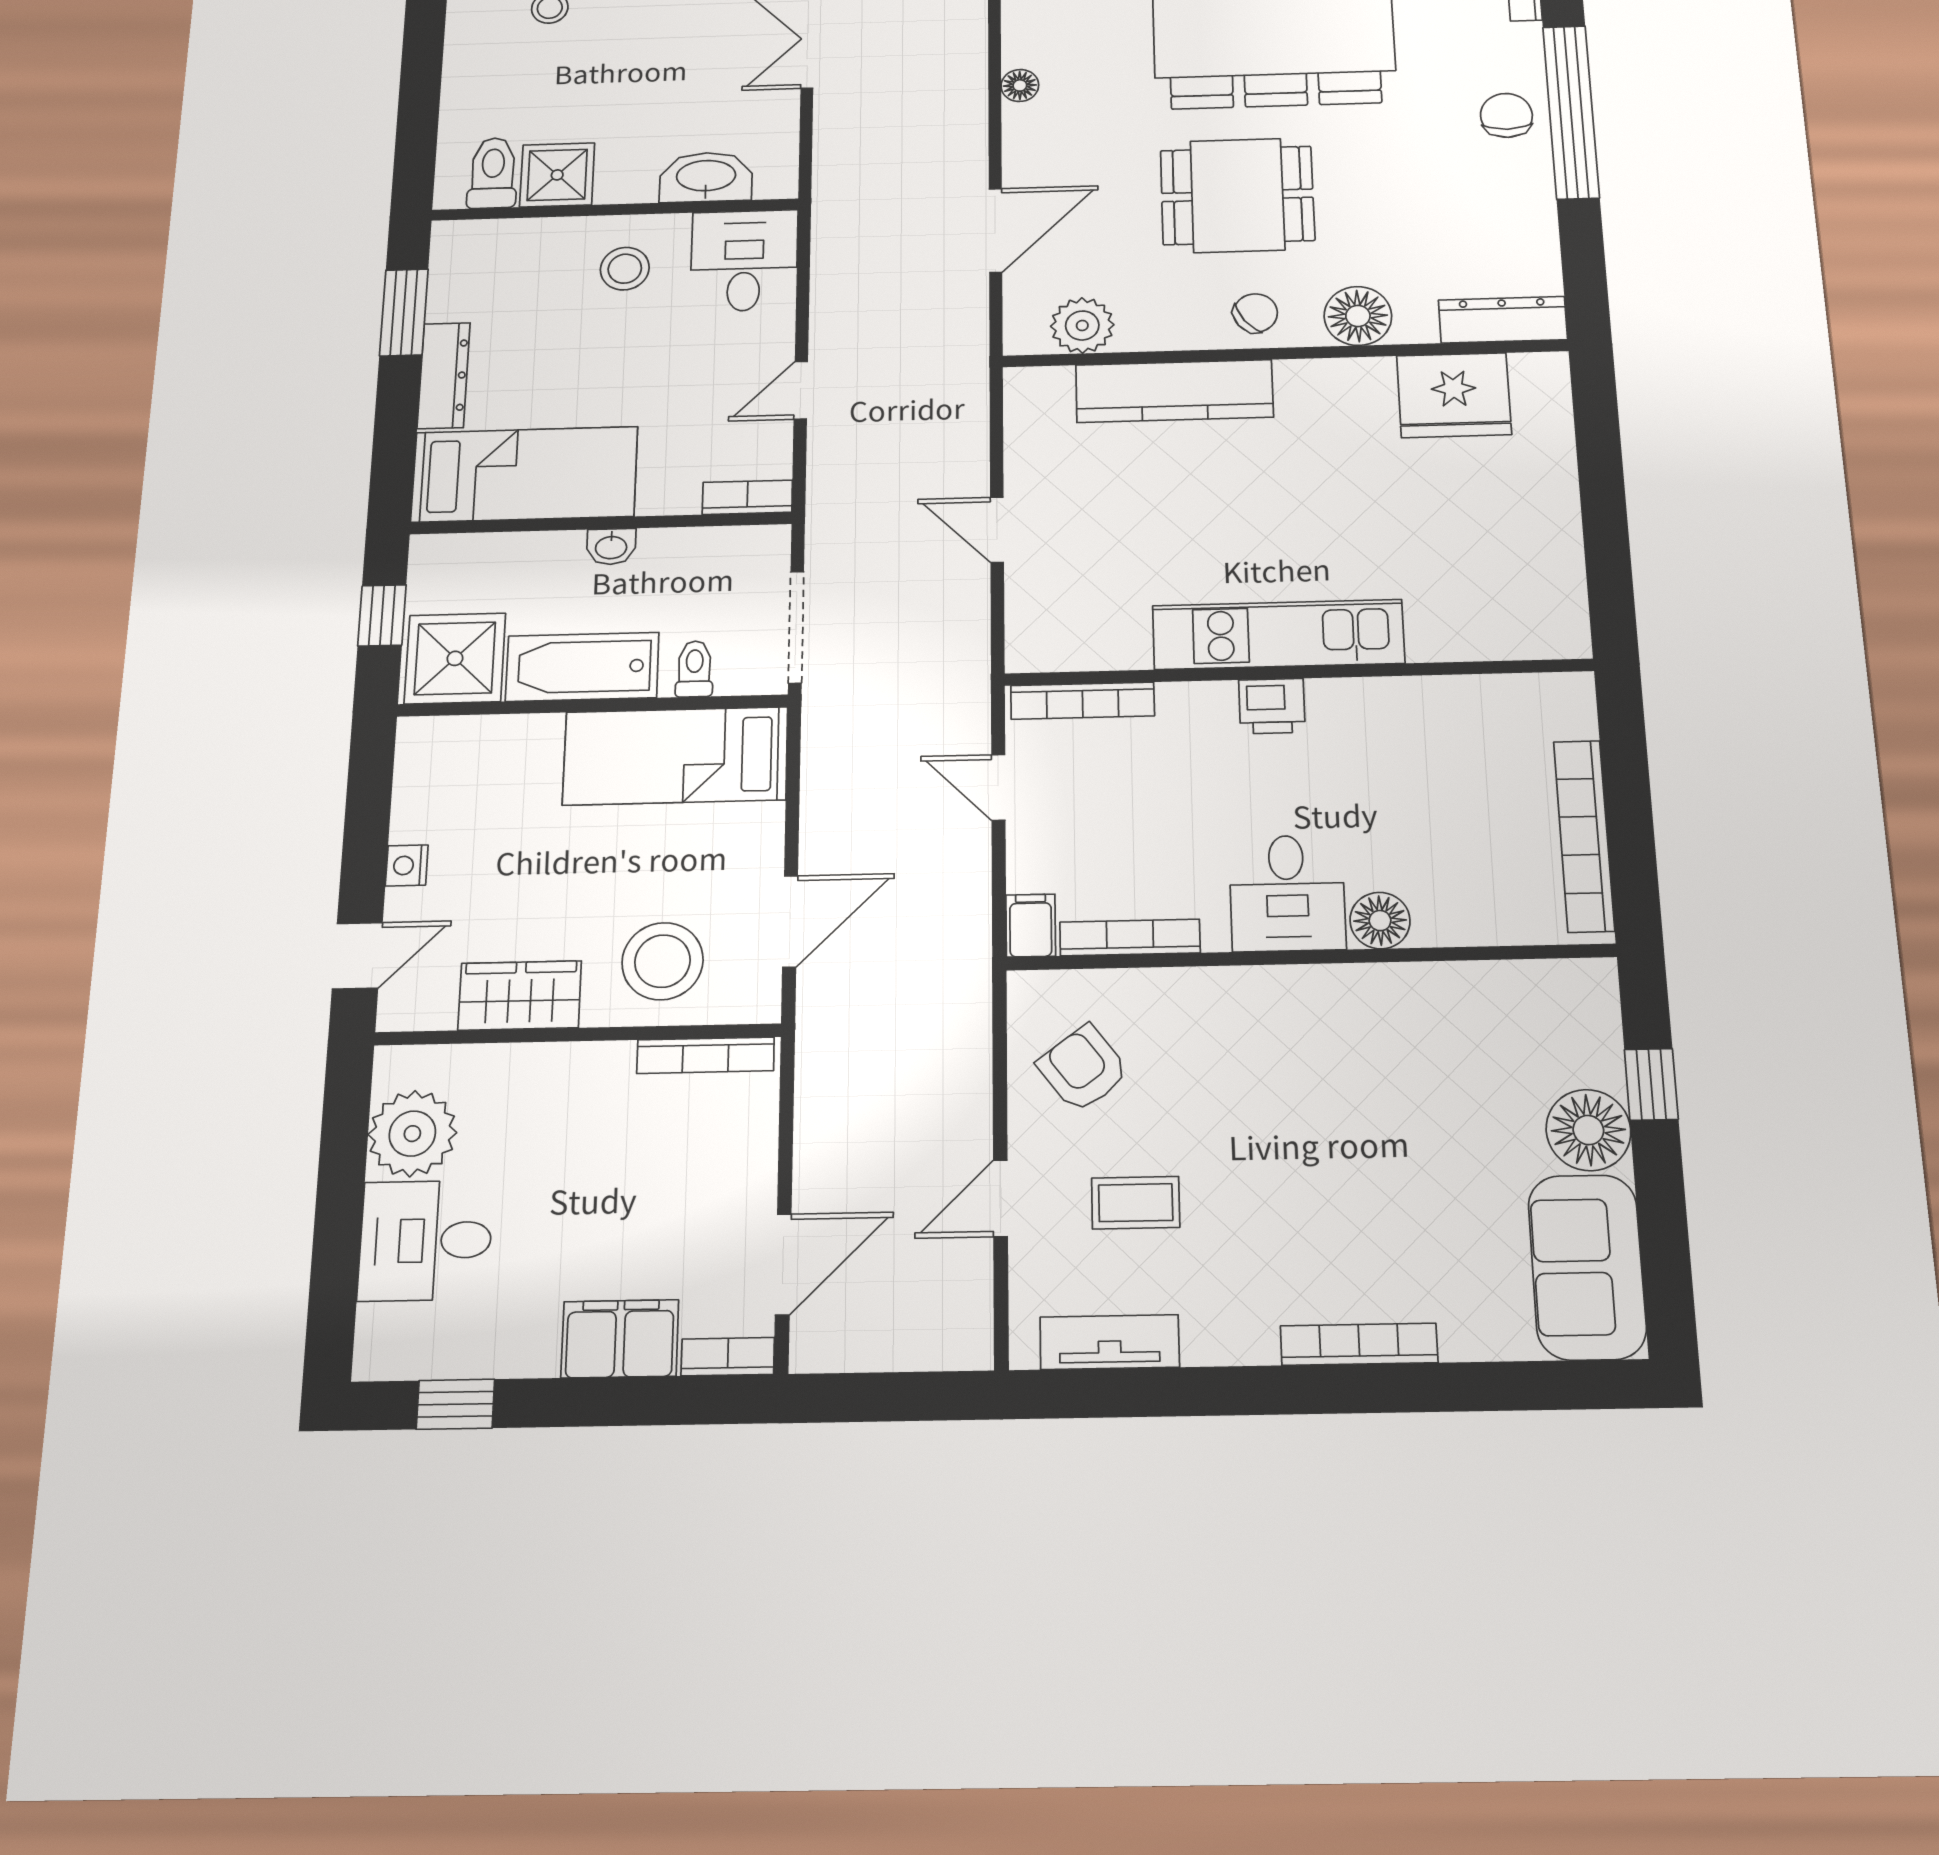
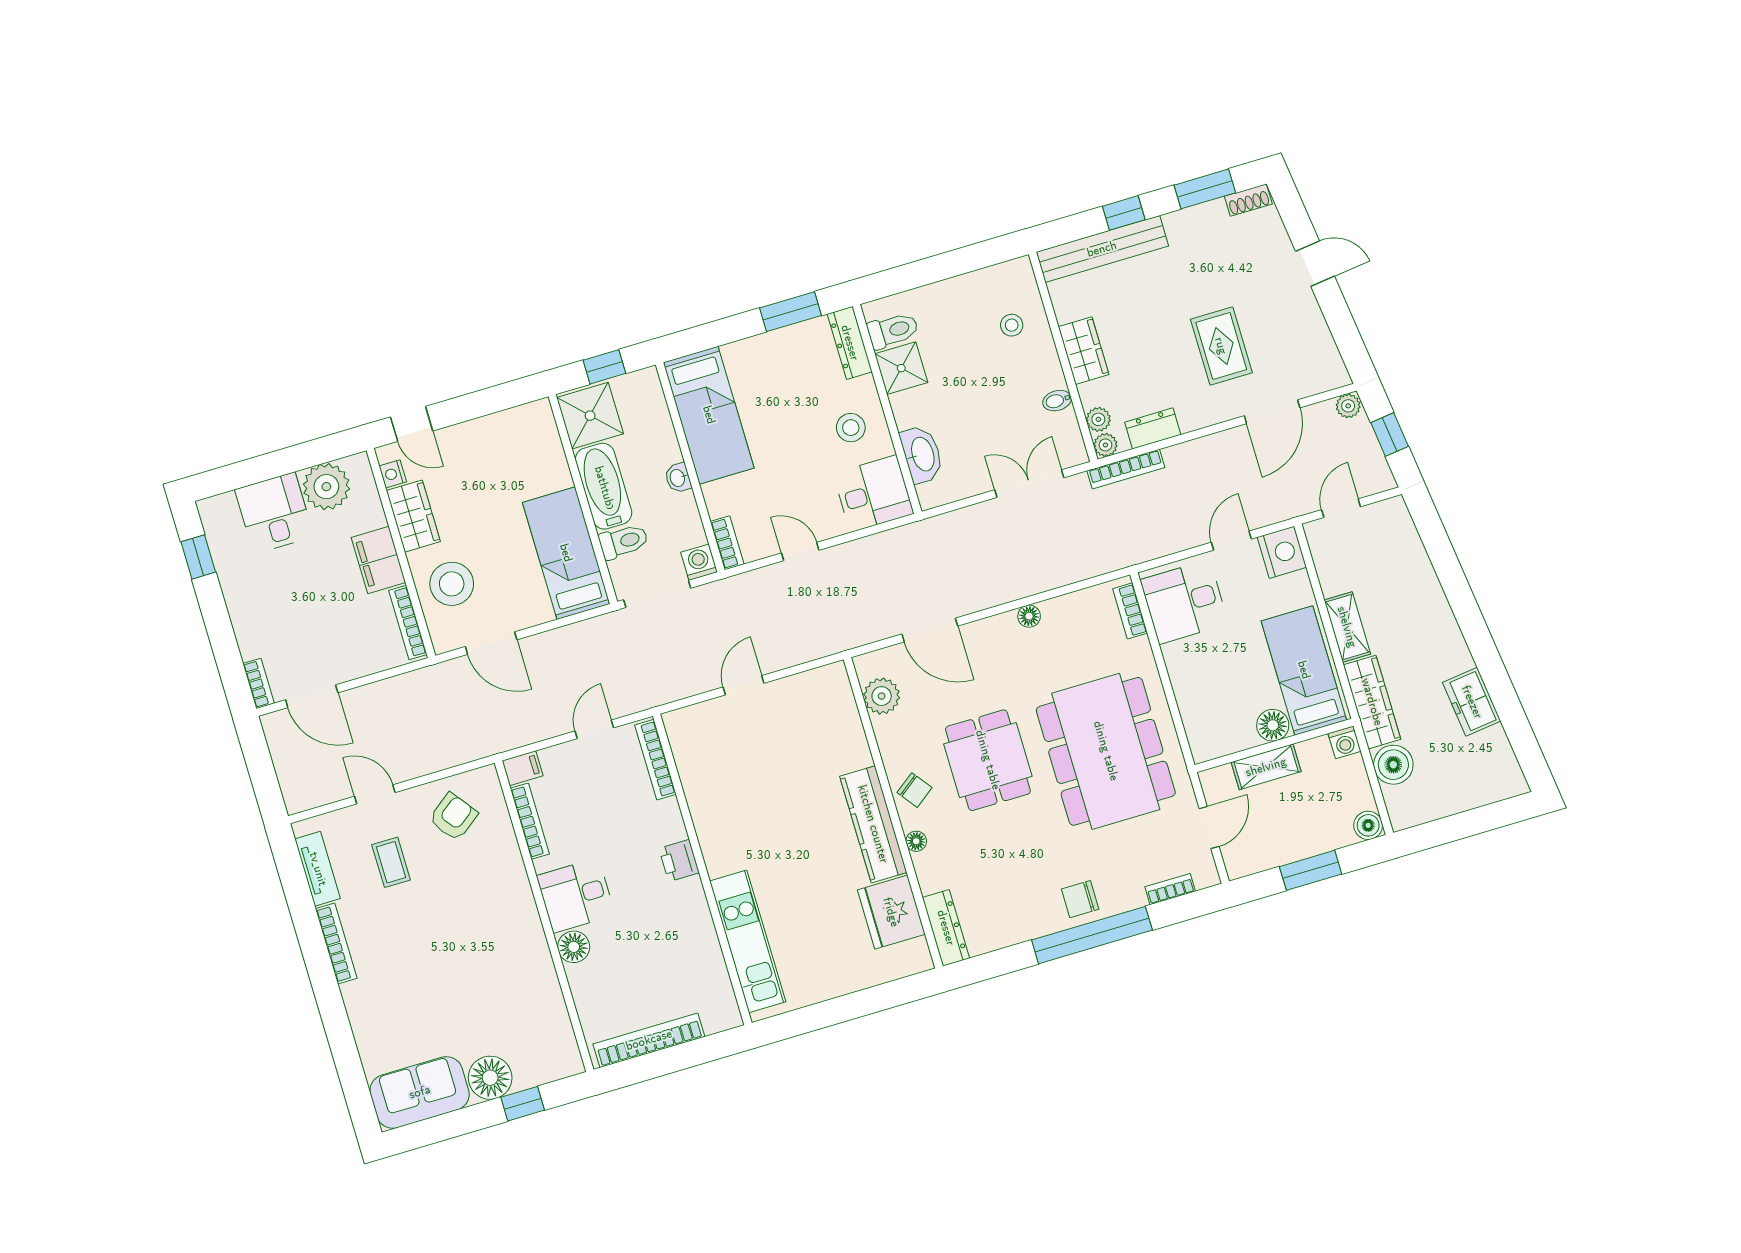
chair: (1506, 115) -> (1080, 899), turned 180
floor lamp: (1358, 316) -> (916, 841), width x0.53, depth x0.53
dresser: (444, 376) -> (850, 343), moved, turned 90
kitchen counter: (1174, 391) -> (873, 824), moved
washing machine: (765, 548) -> (699, 562), added
kitchen unit: (1278, 634) -> (748, 941), moved
toilet: (694, 669) -> (624, 541), width x1.37, depth x1.39
nightstand: (407, 865) -> (393, 474), moved, turned -90
filing cabinet: (620, 1339) -> (378, 560), moved, turned 180
bookcase: (1359, 1344) -> (336, 944), moved

